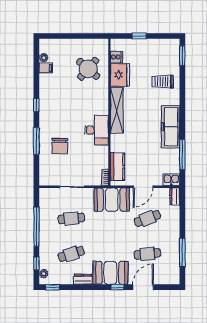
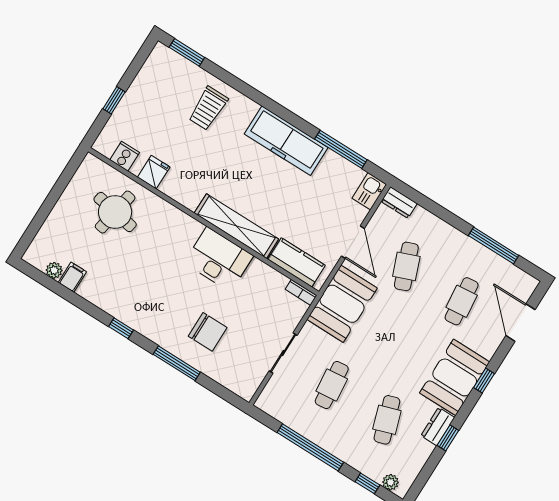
round table: (88, 69) -> (115, 212), turned -31
fridge: (120, 75) -> (154, 172), width x0.53, depth x0.75
shelving: (117, 110) -> (236, 226), moved
window: (52, 287) -> (448, 438), moved
door: (143, 287) -> (521, 323), moved

